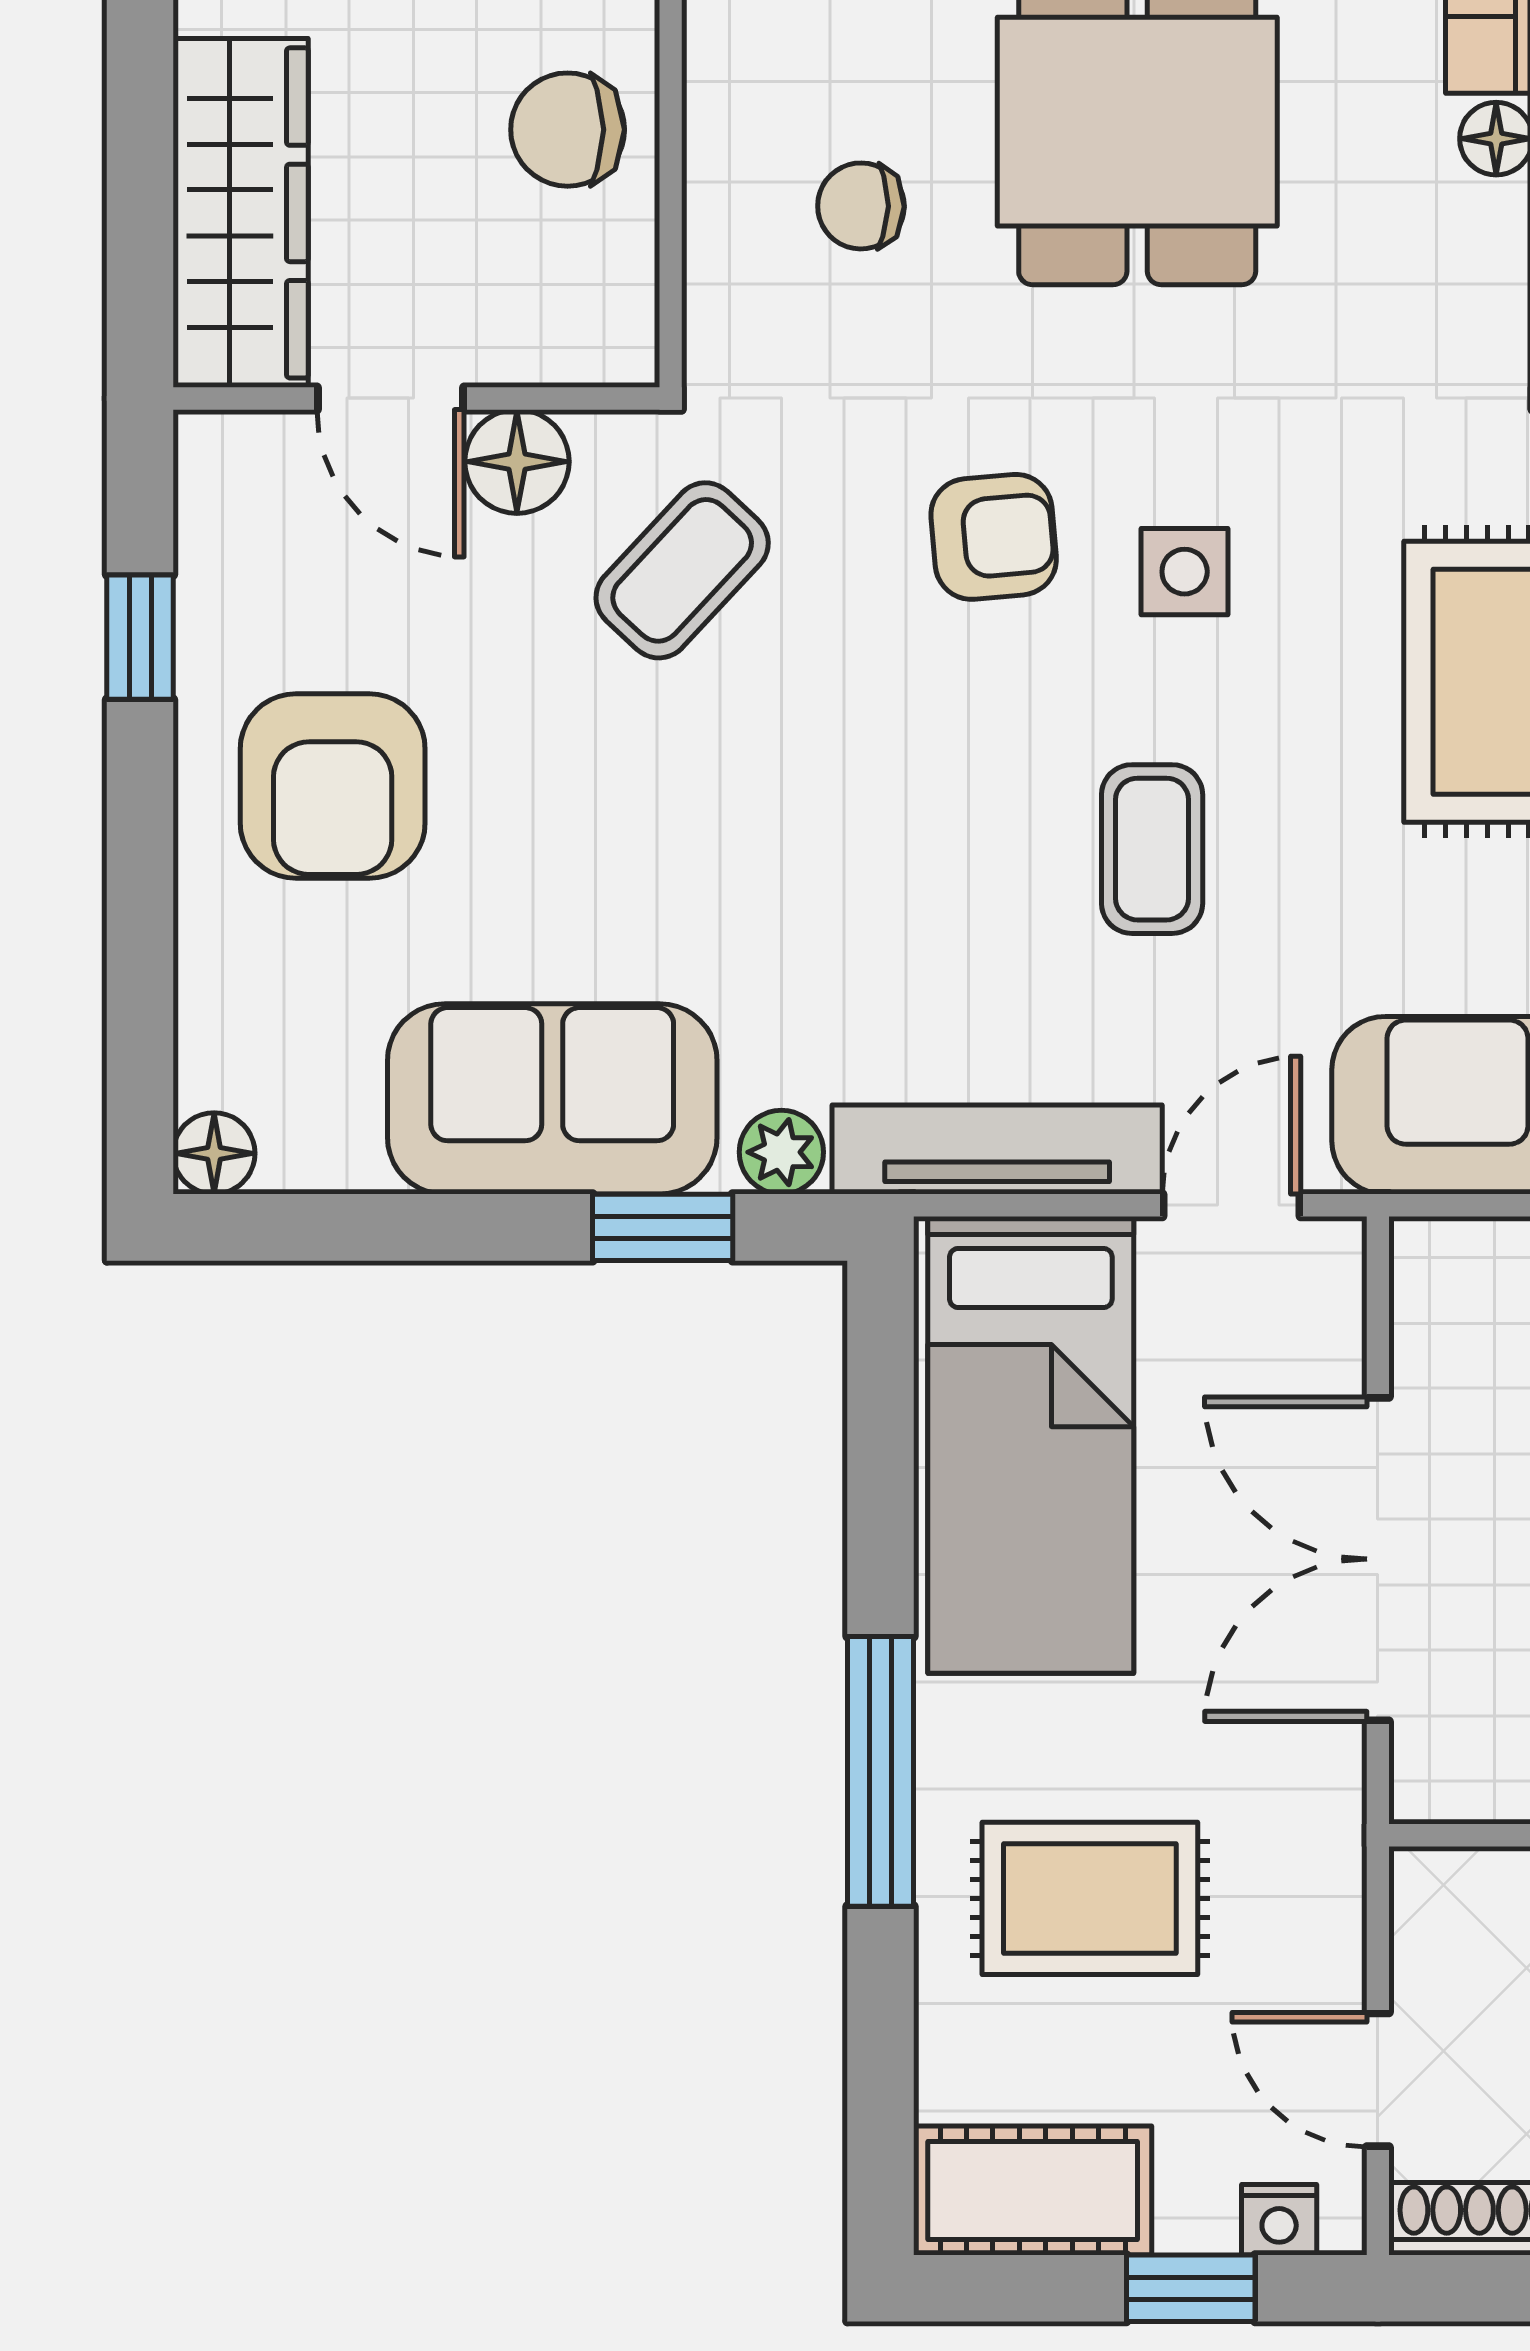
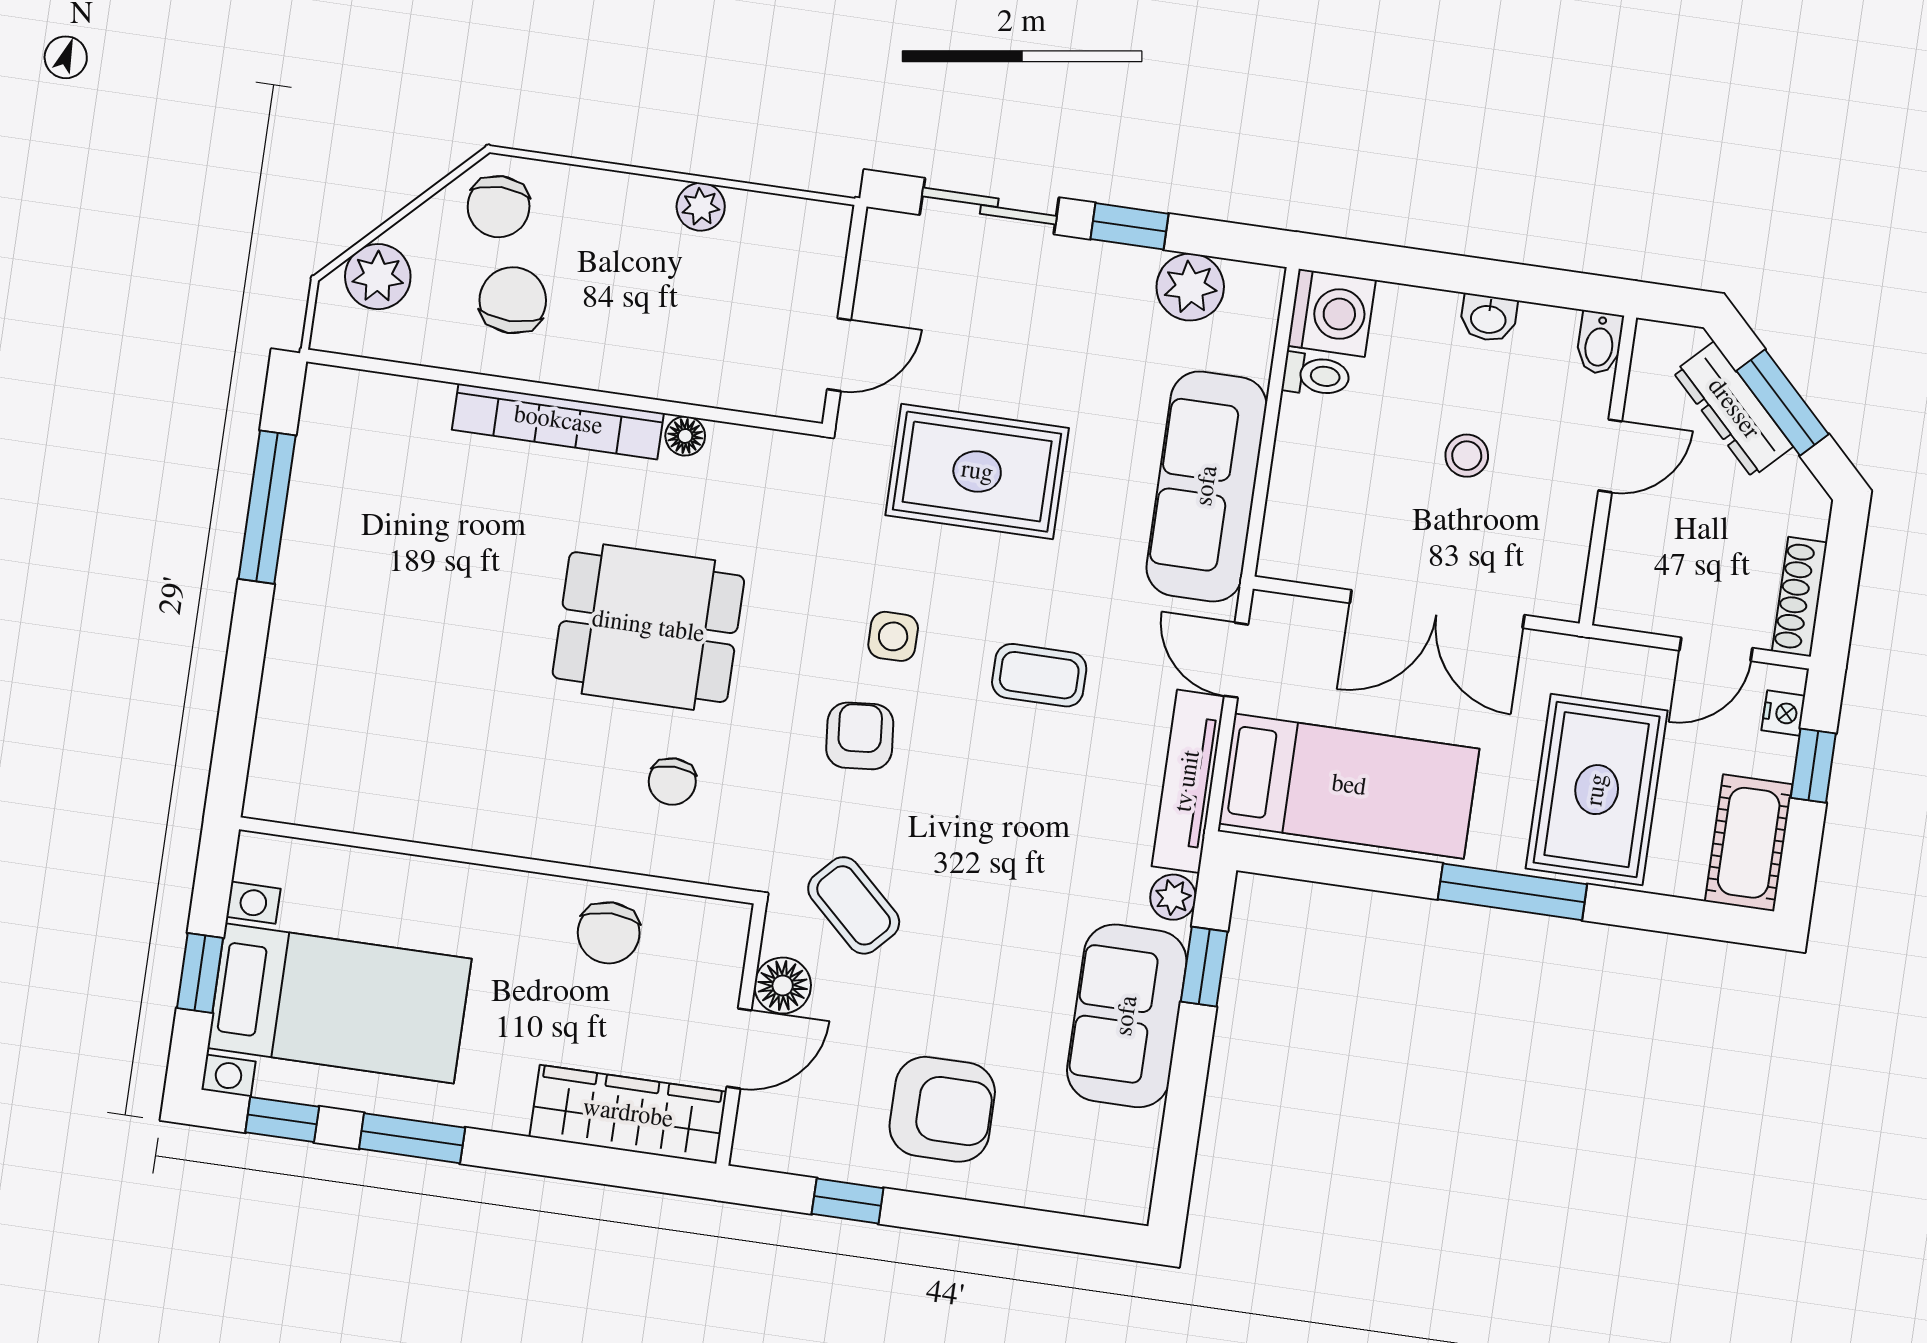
floor lamp: (214, 1153) -> (1130, 1201), removed
rug: (1090, 1898) -> (1597, 790), width x1.36, depth x1.43

